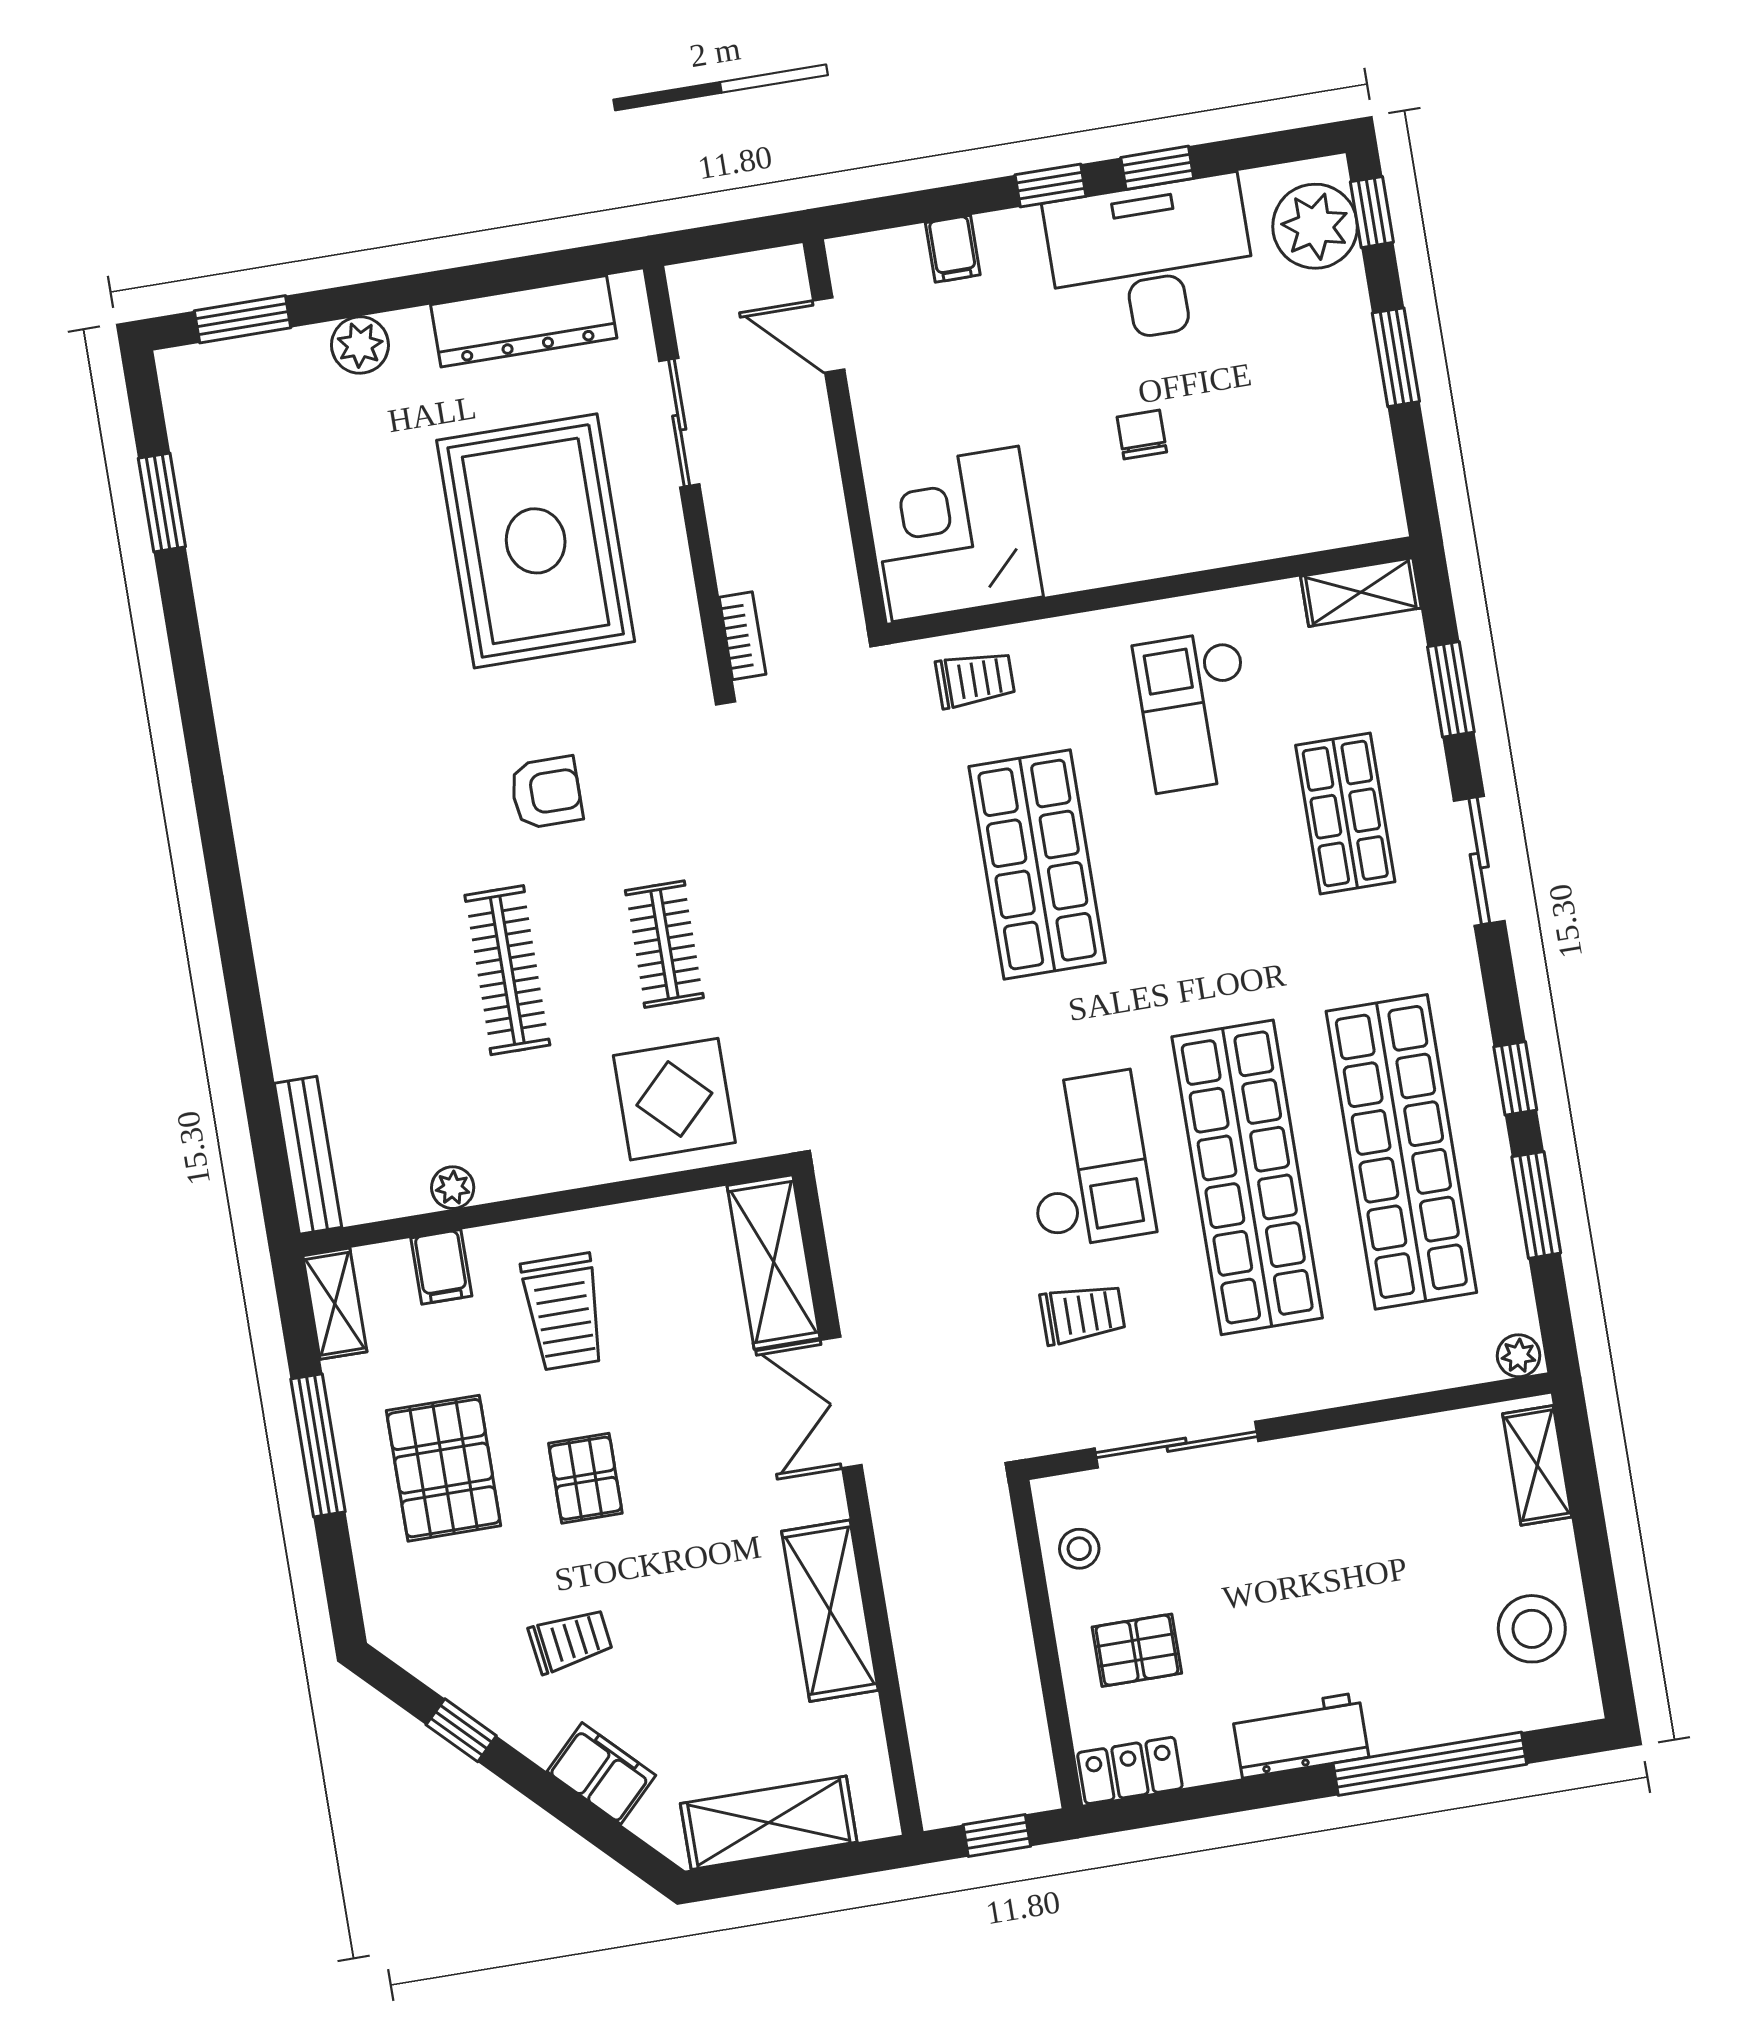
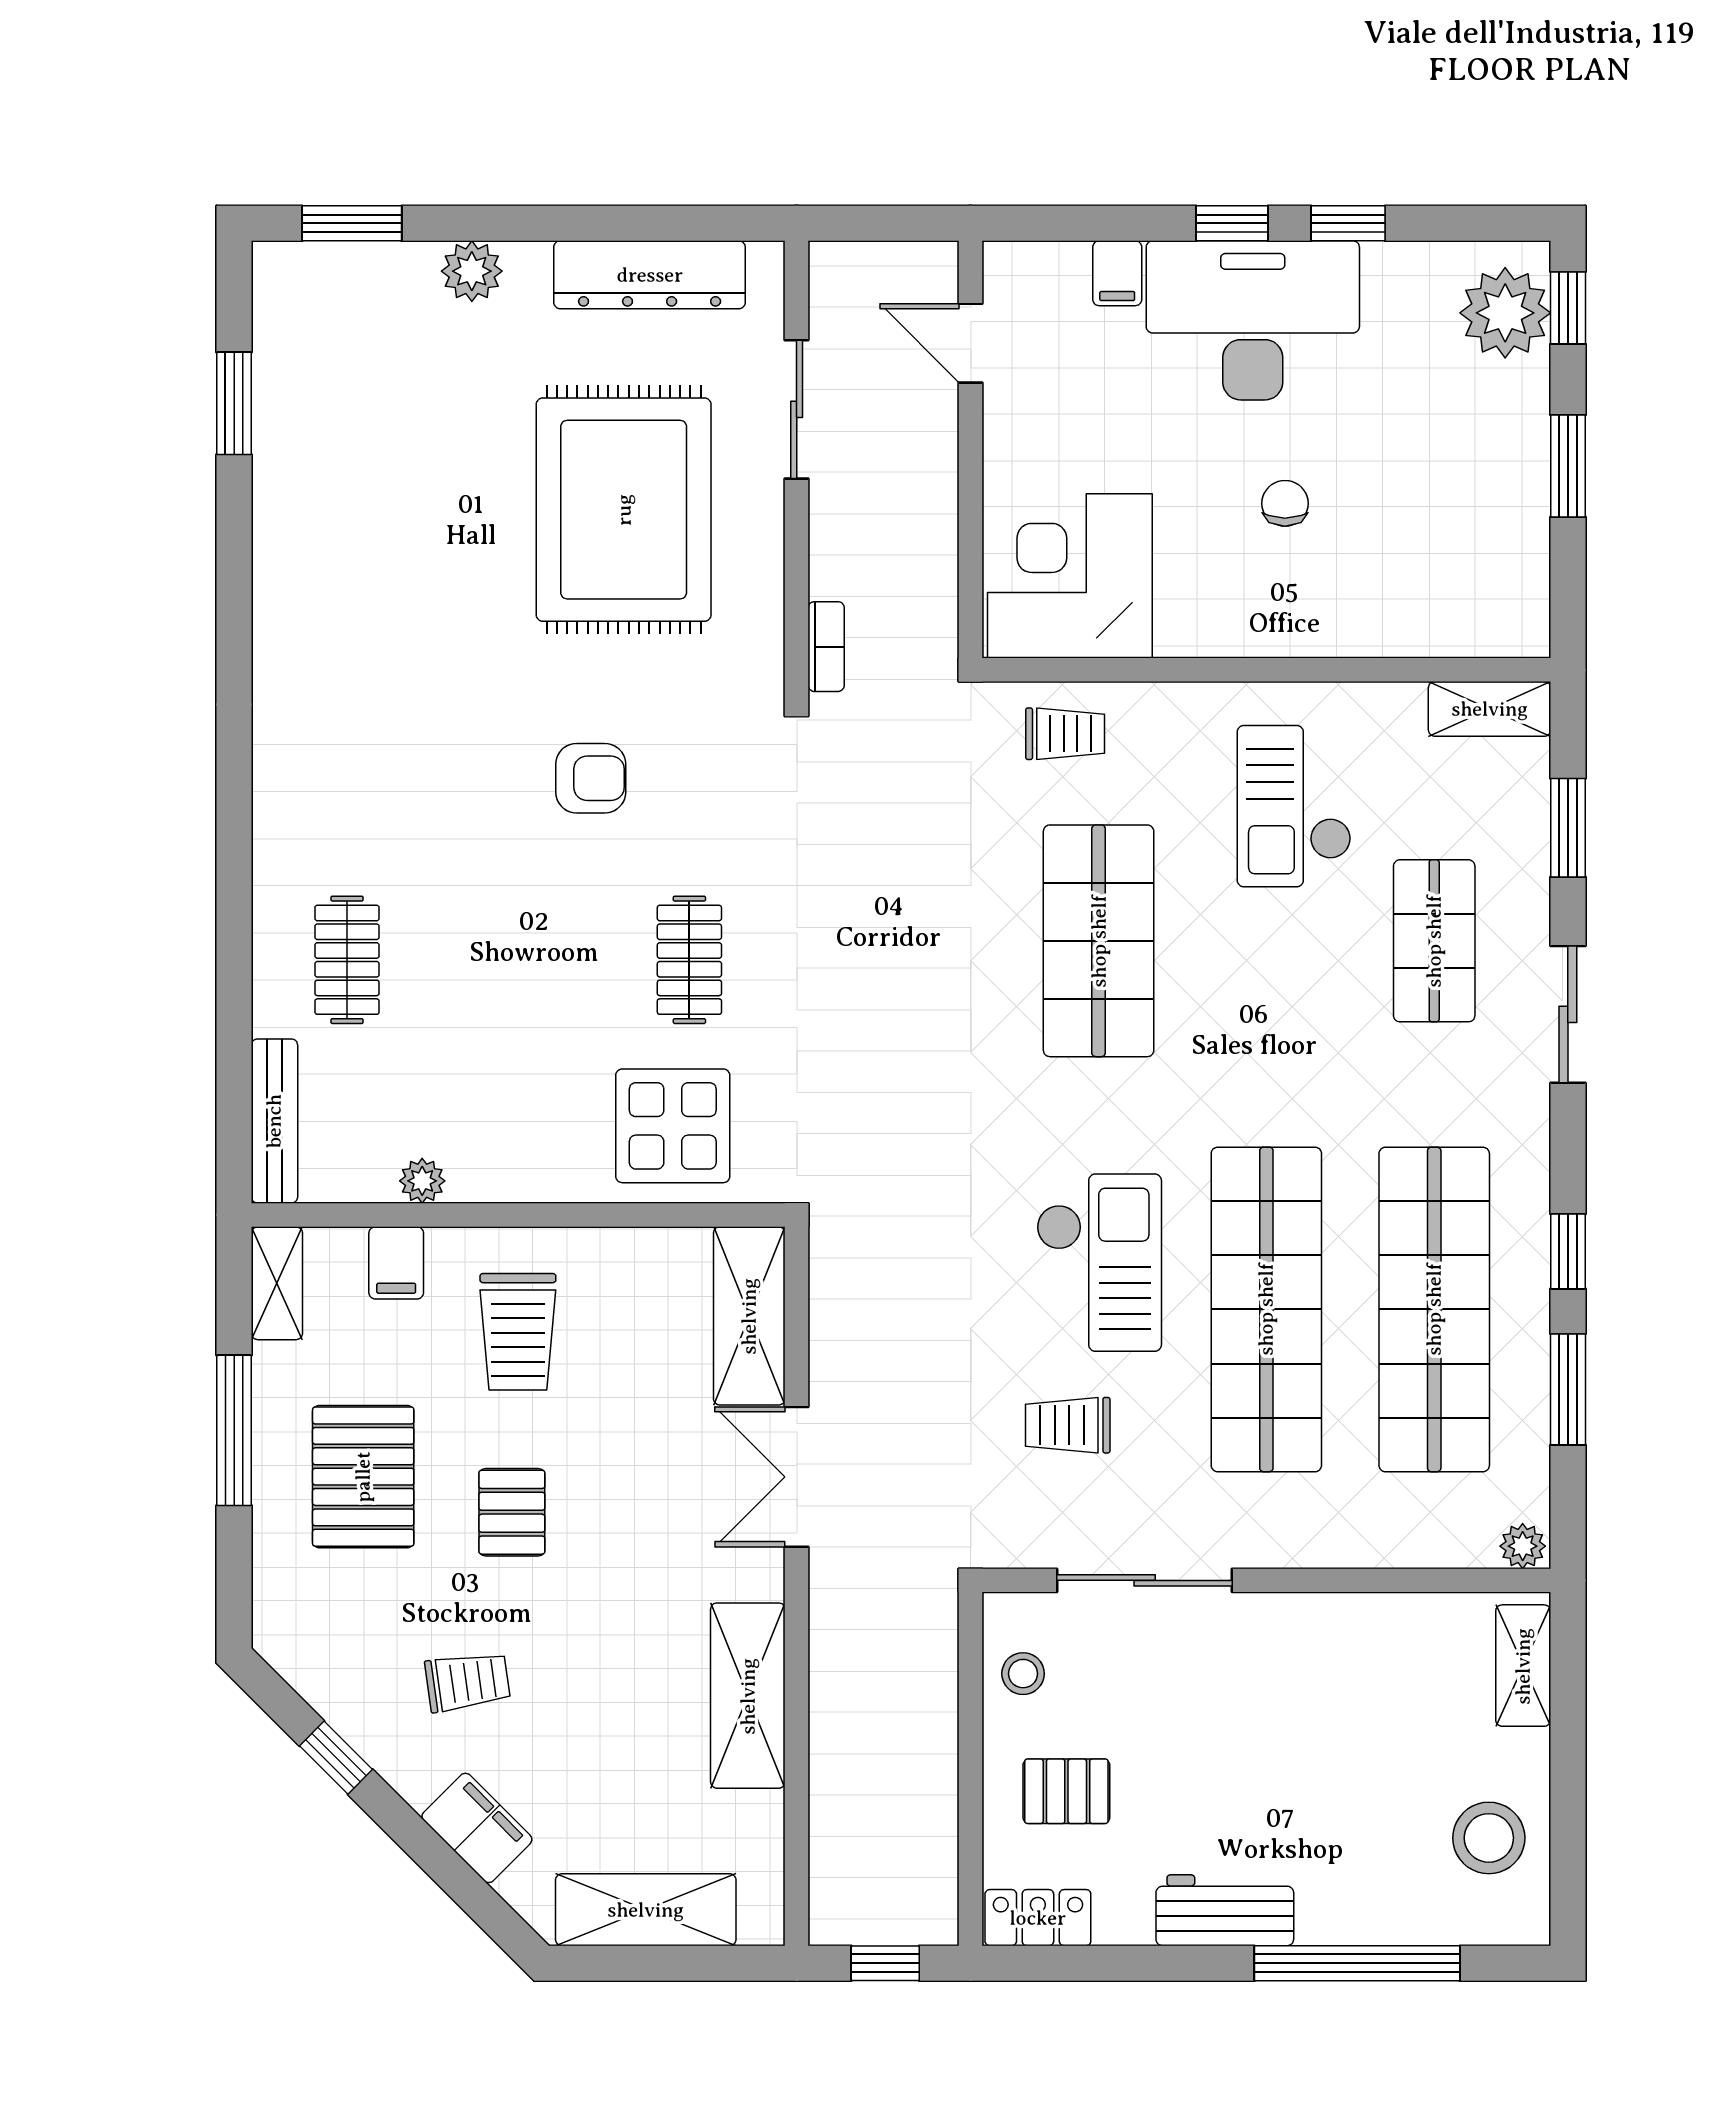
desk: (1151, 260) -> (1253, 320), moved
clothes rail: (507, 970) -> (347, 960), moved, width x0.73
trolley: (1082, 1314) -> (1068, 1425), turned 180

